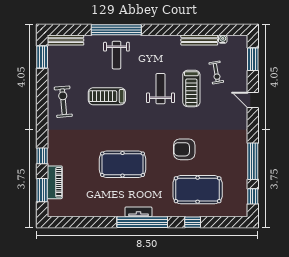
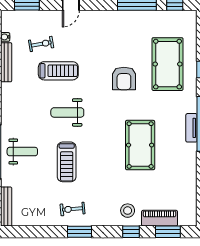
window: (42, 57) -> (80, 232), moved
weight bench: (160, 89) -> (67, 112), moved
exercise bike: (63, 102) -> (73, 209), width x0.73, depth x0.72
stool: (62, 153) -> (128, 211), added

